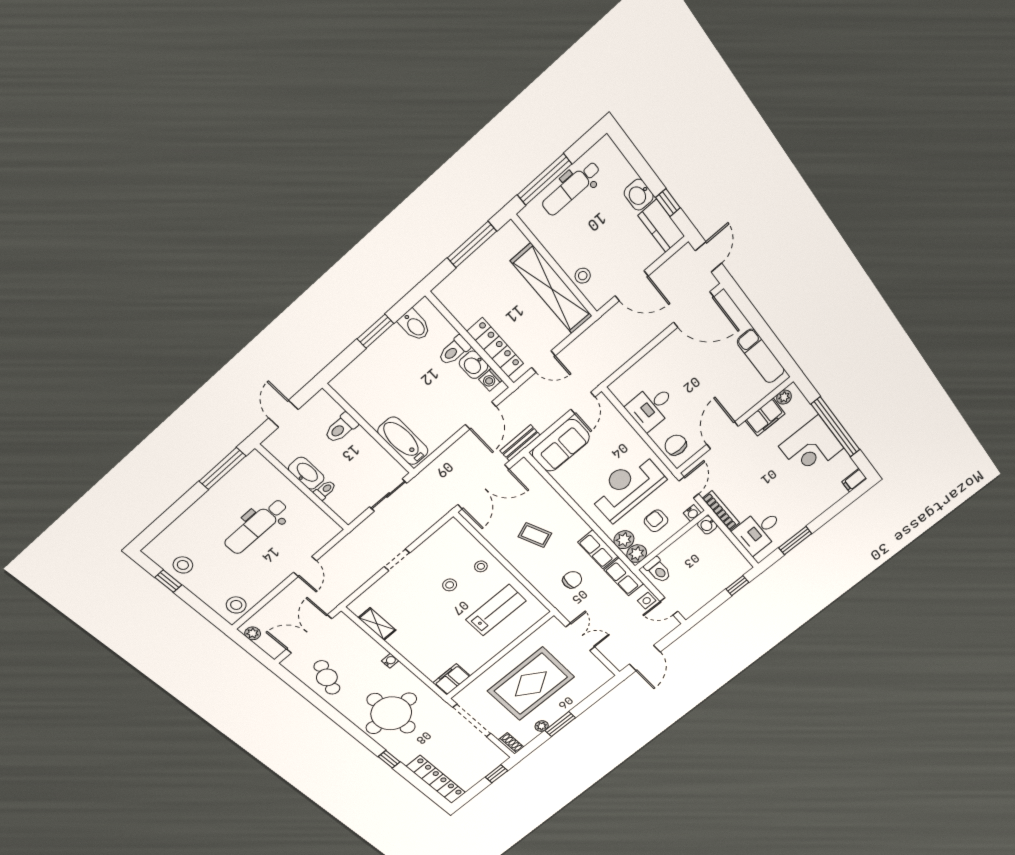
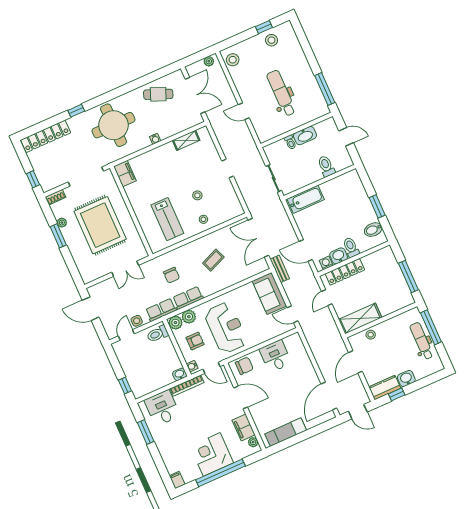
shelving: (552, 289) -> (360, 318), width x0.68

